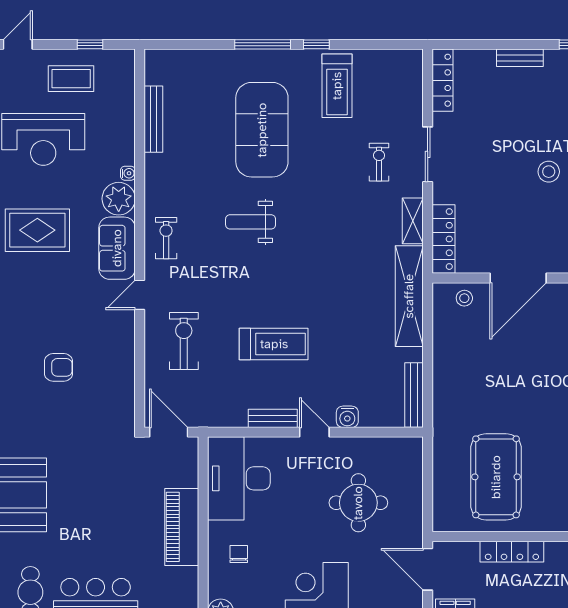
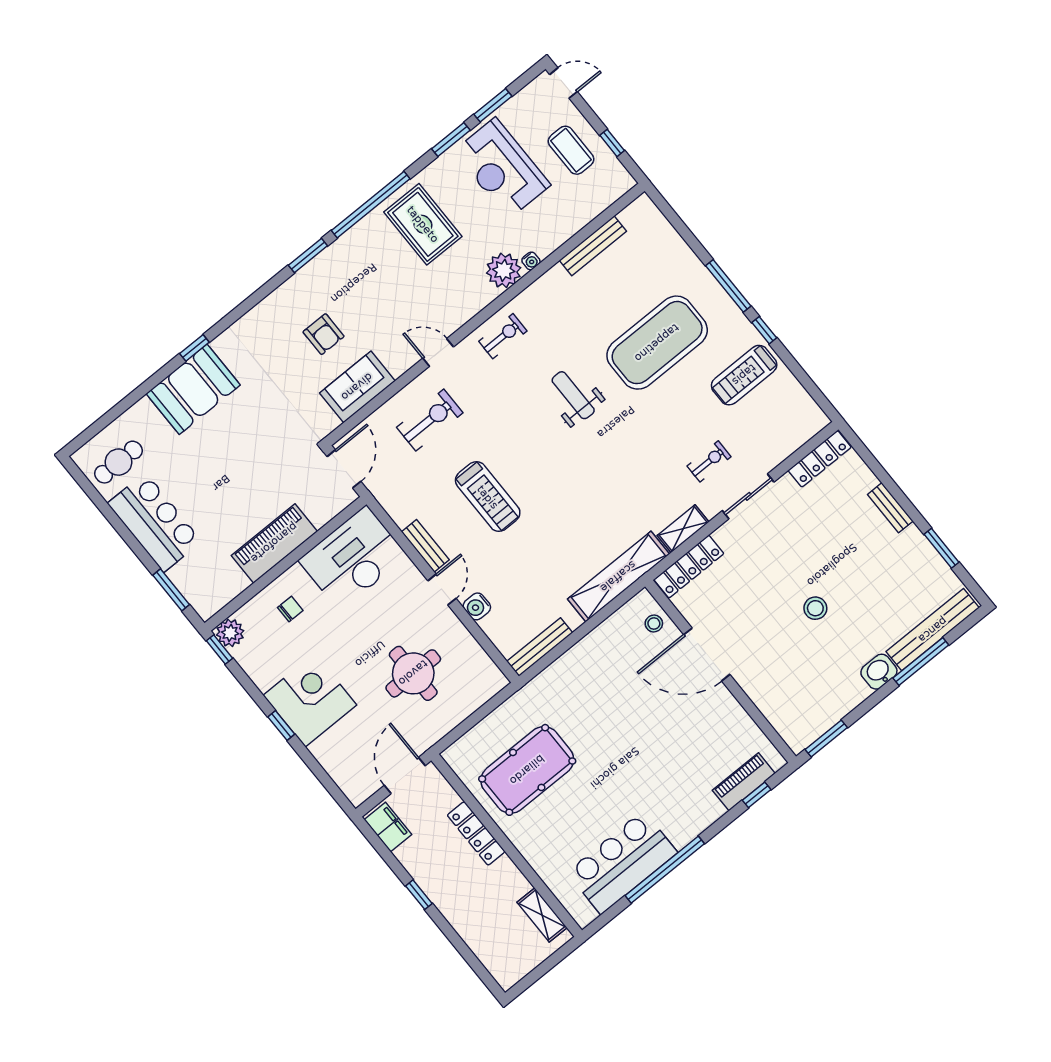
sofa: (117, 248) -> (357, 387), moved

